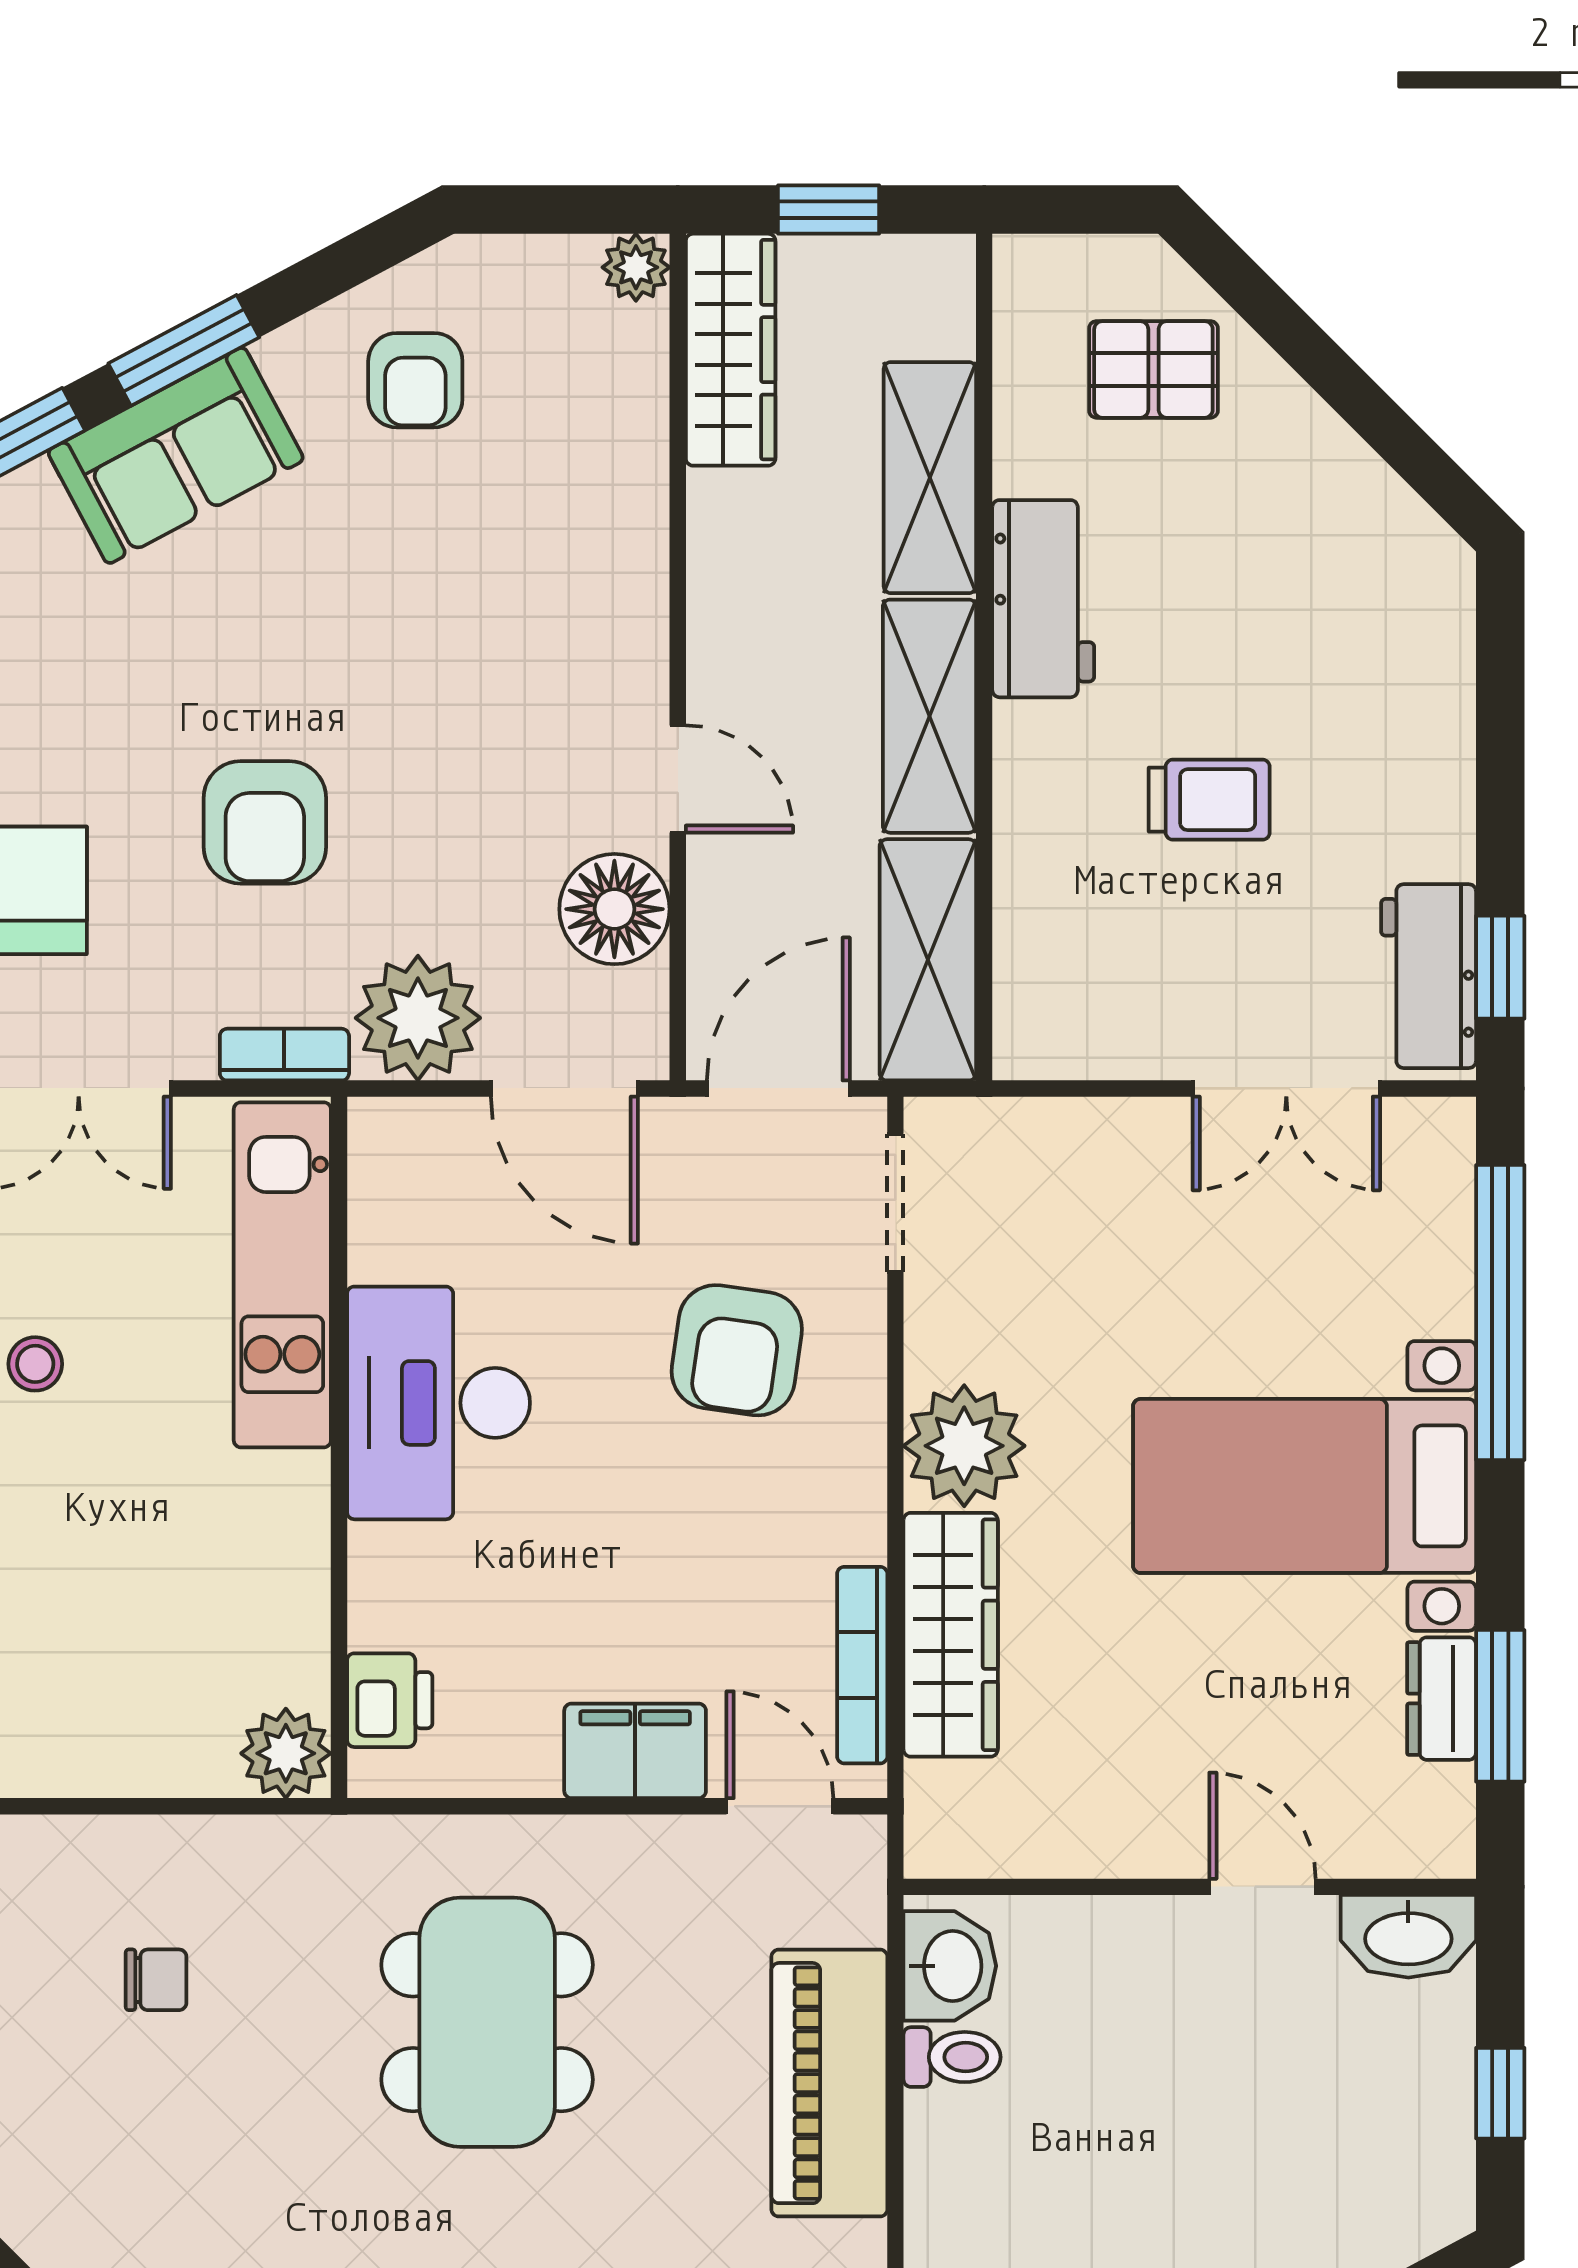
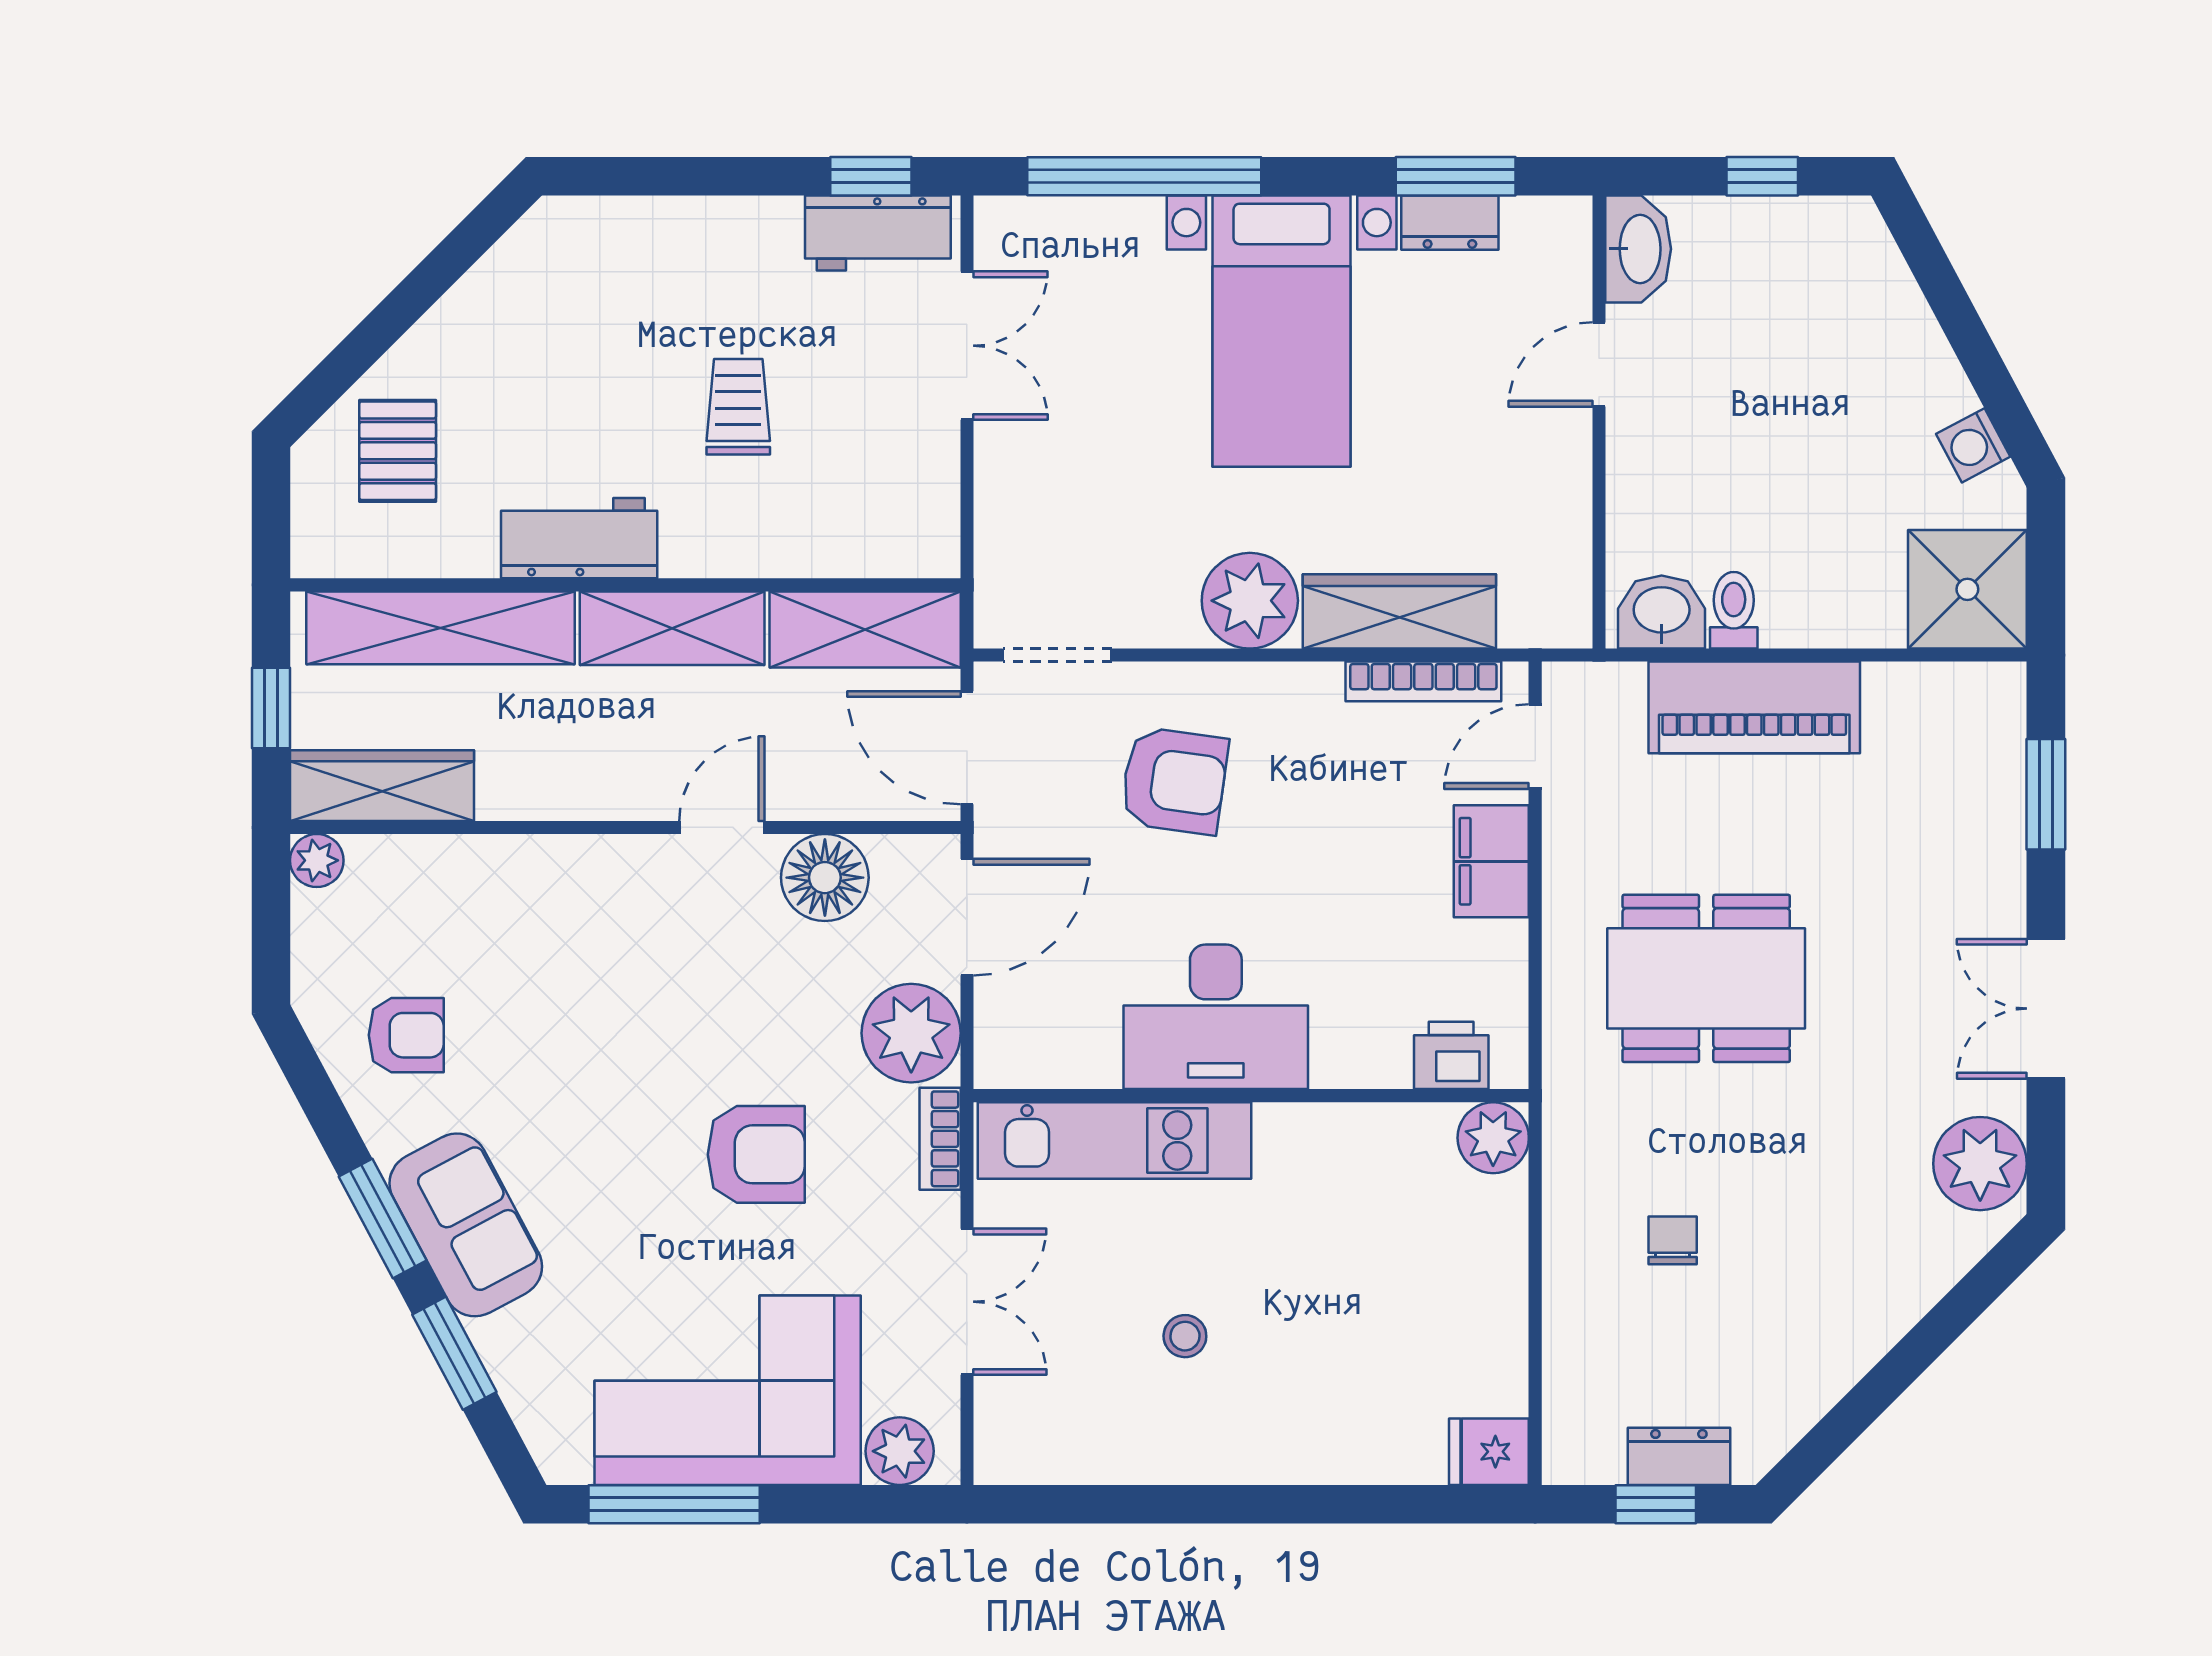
shelving: (930, 478) -> (441, 628), width x1.47

